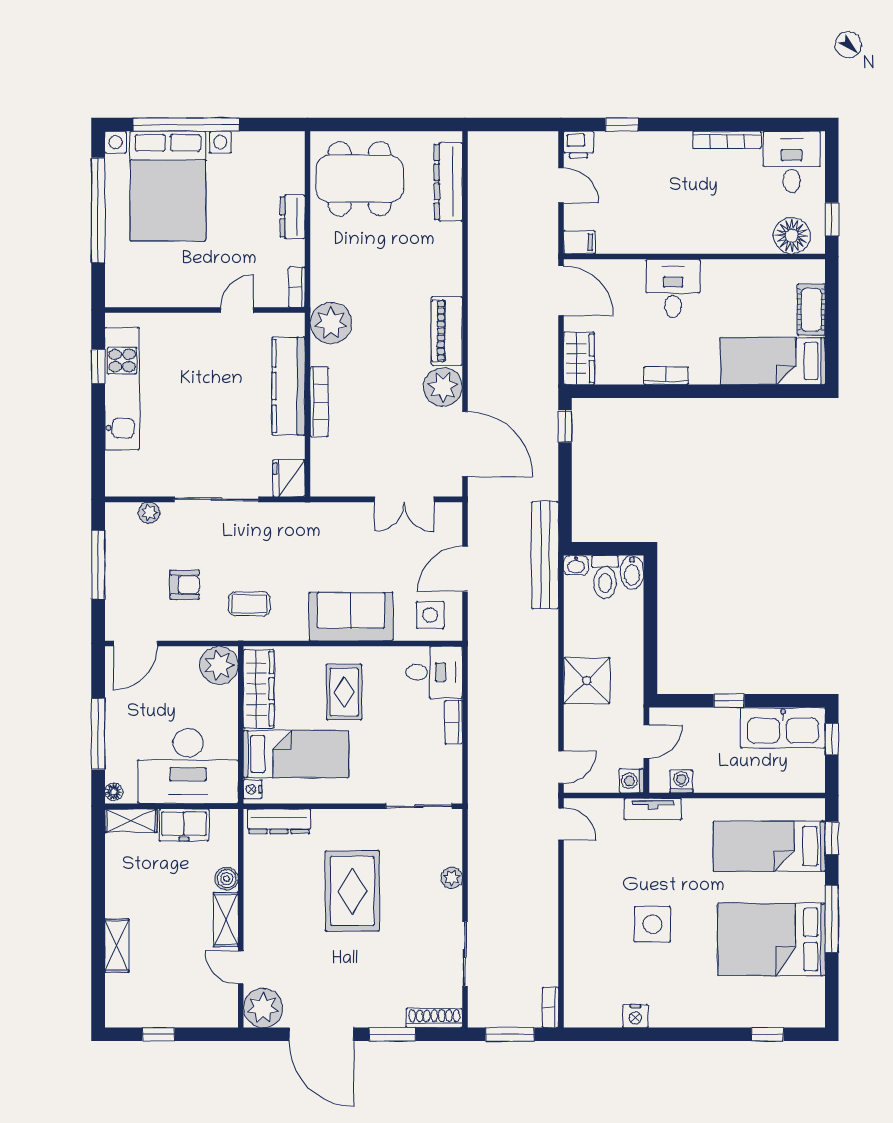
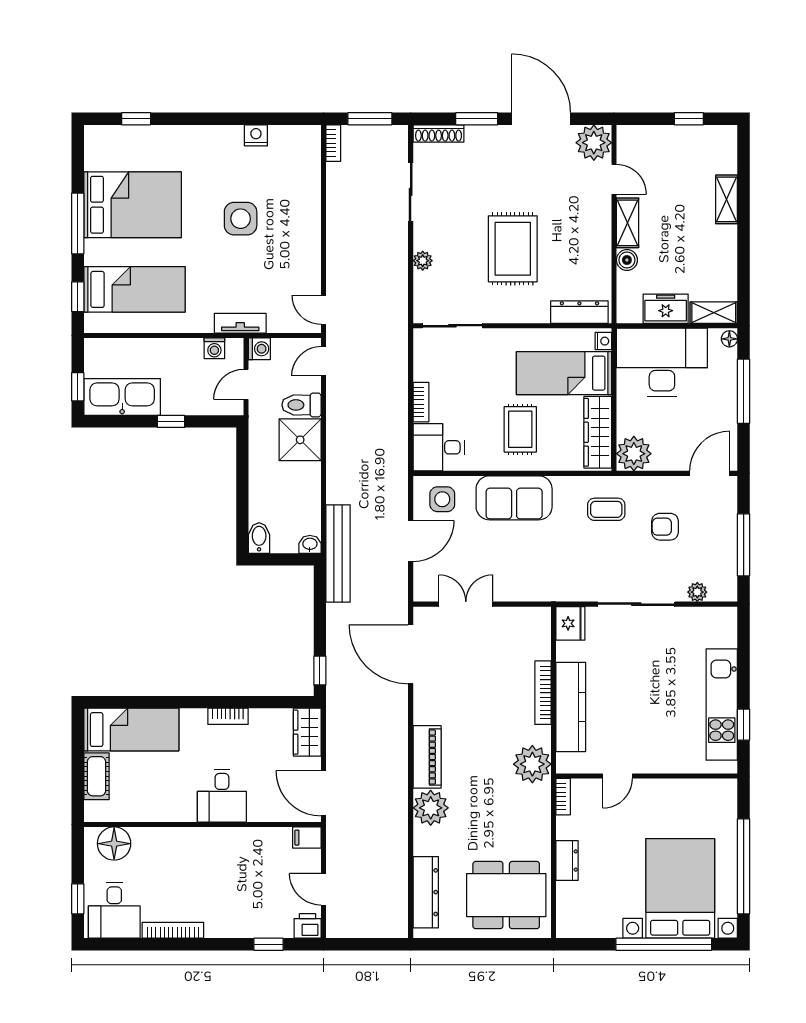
window: (832, 219) -> (78, 899), moved
plant: (443, 387) -> (431, 808), moved
toilet: (605, 577) -> (301, 405), moved, turned -90

